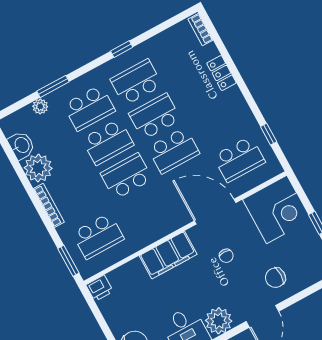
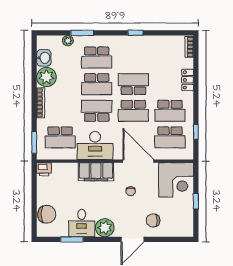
school desk: (136, 82) -> (170, 111), moved, turned 180
desk: (149, 222) -> (95, 146), added

